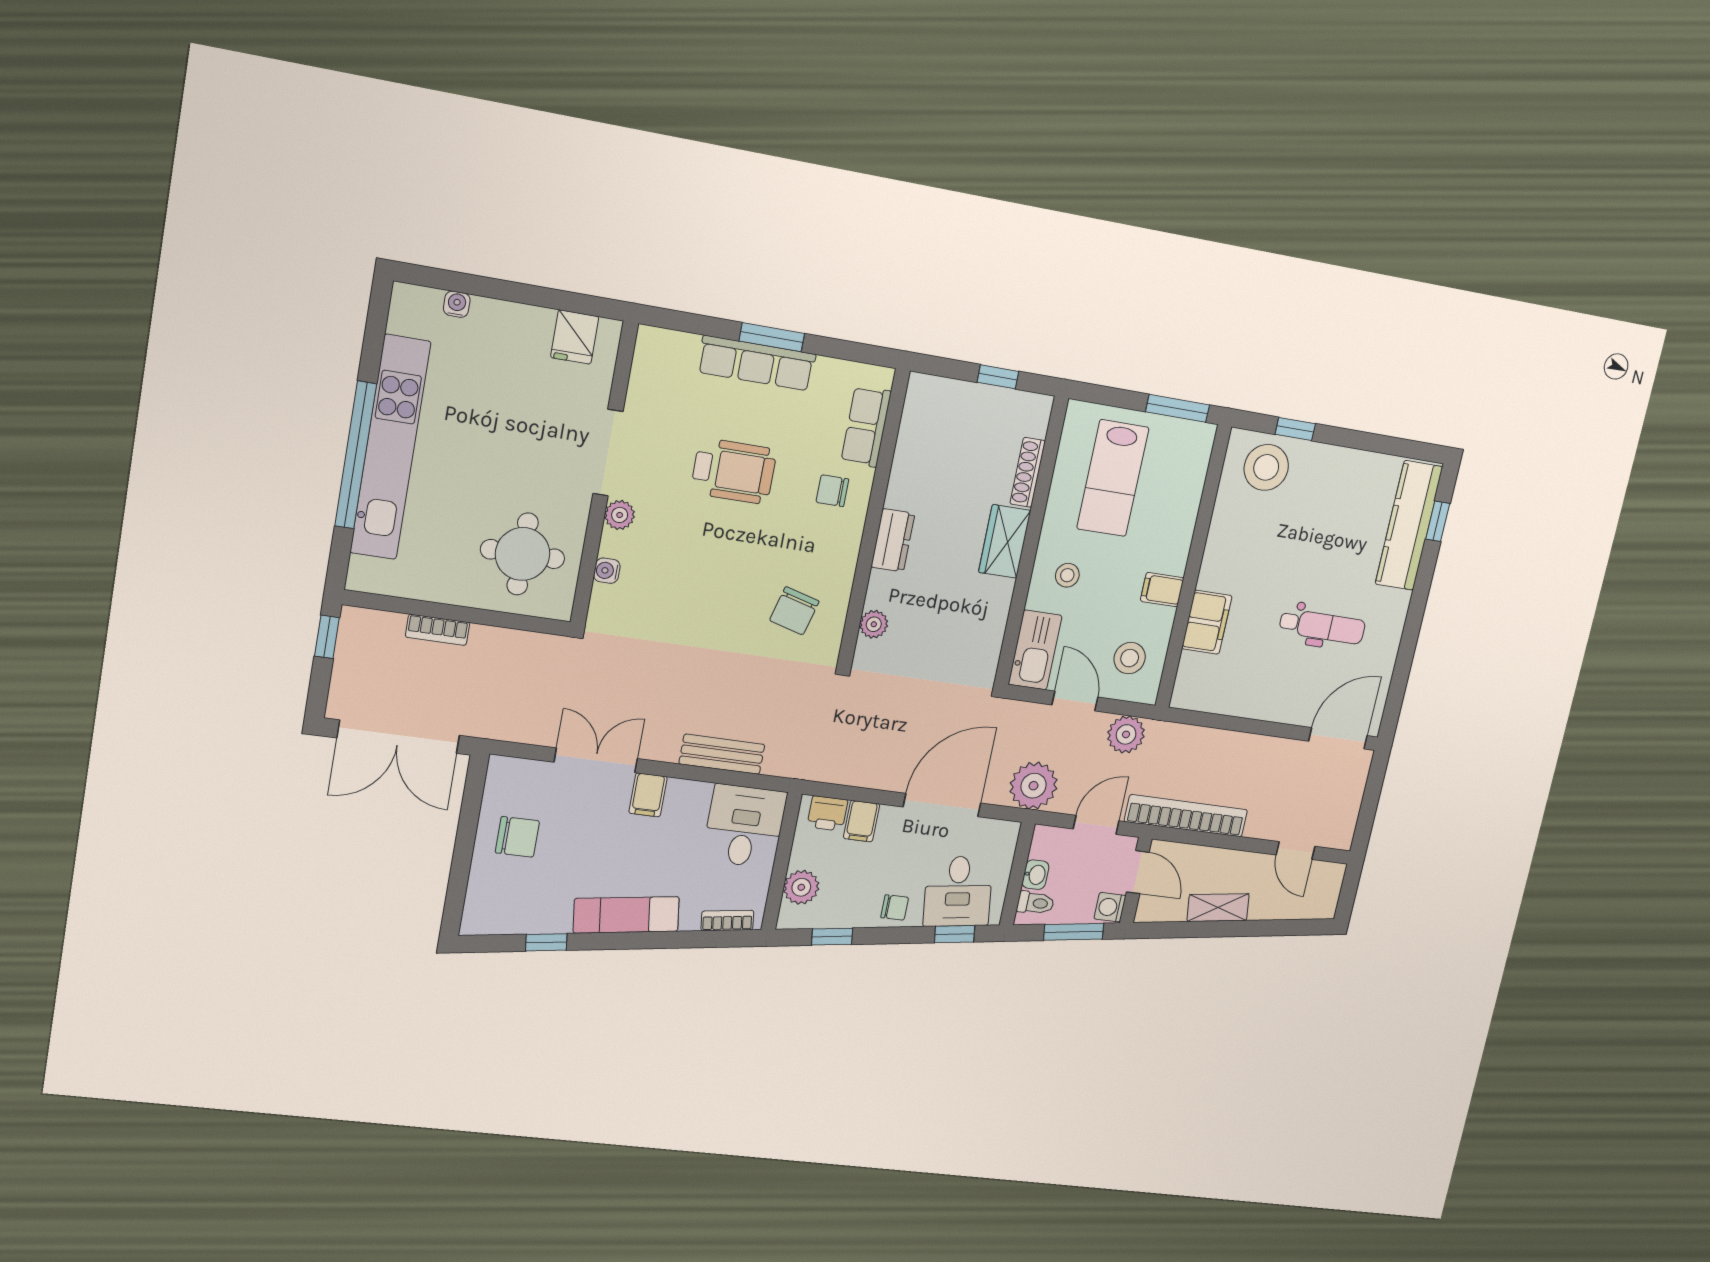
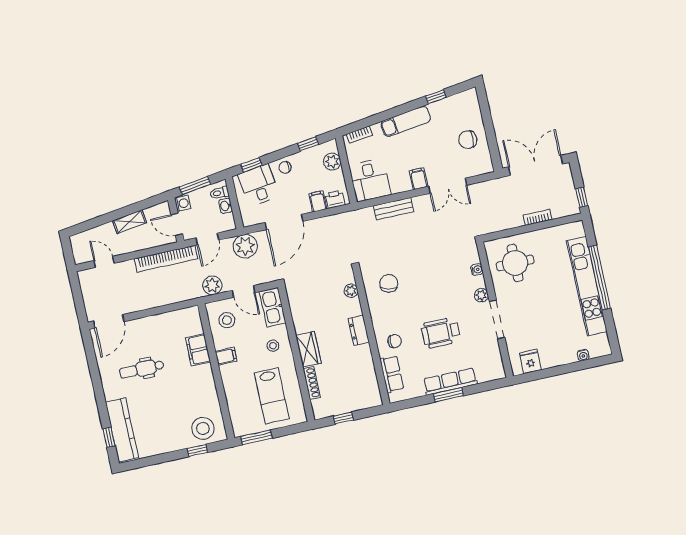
lab bench: (1113, 478) -> (272, 396), turned 180

